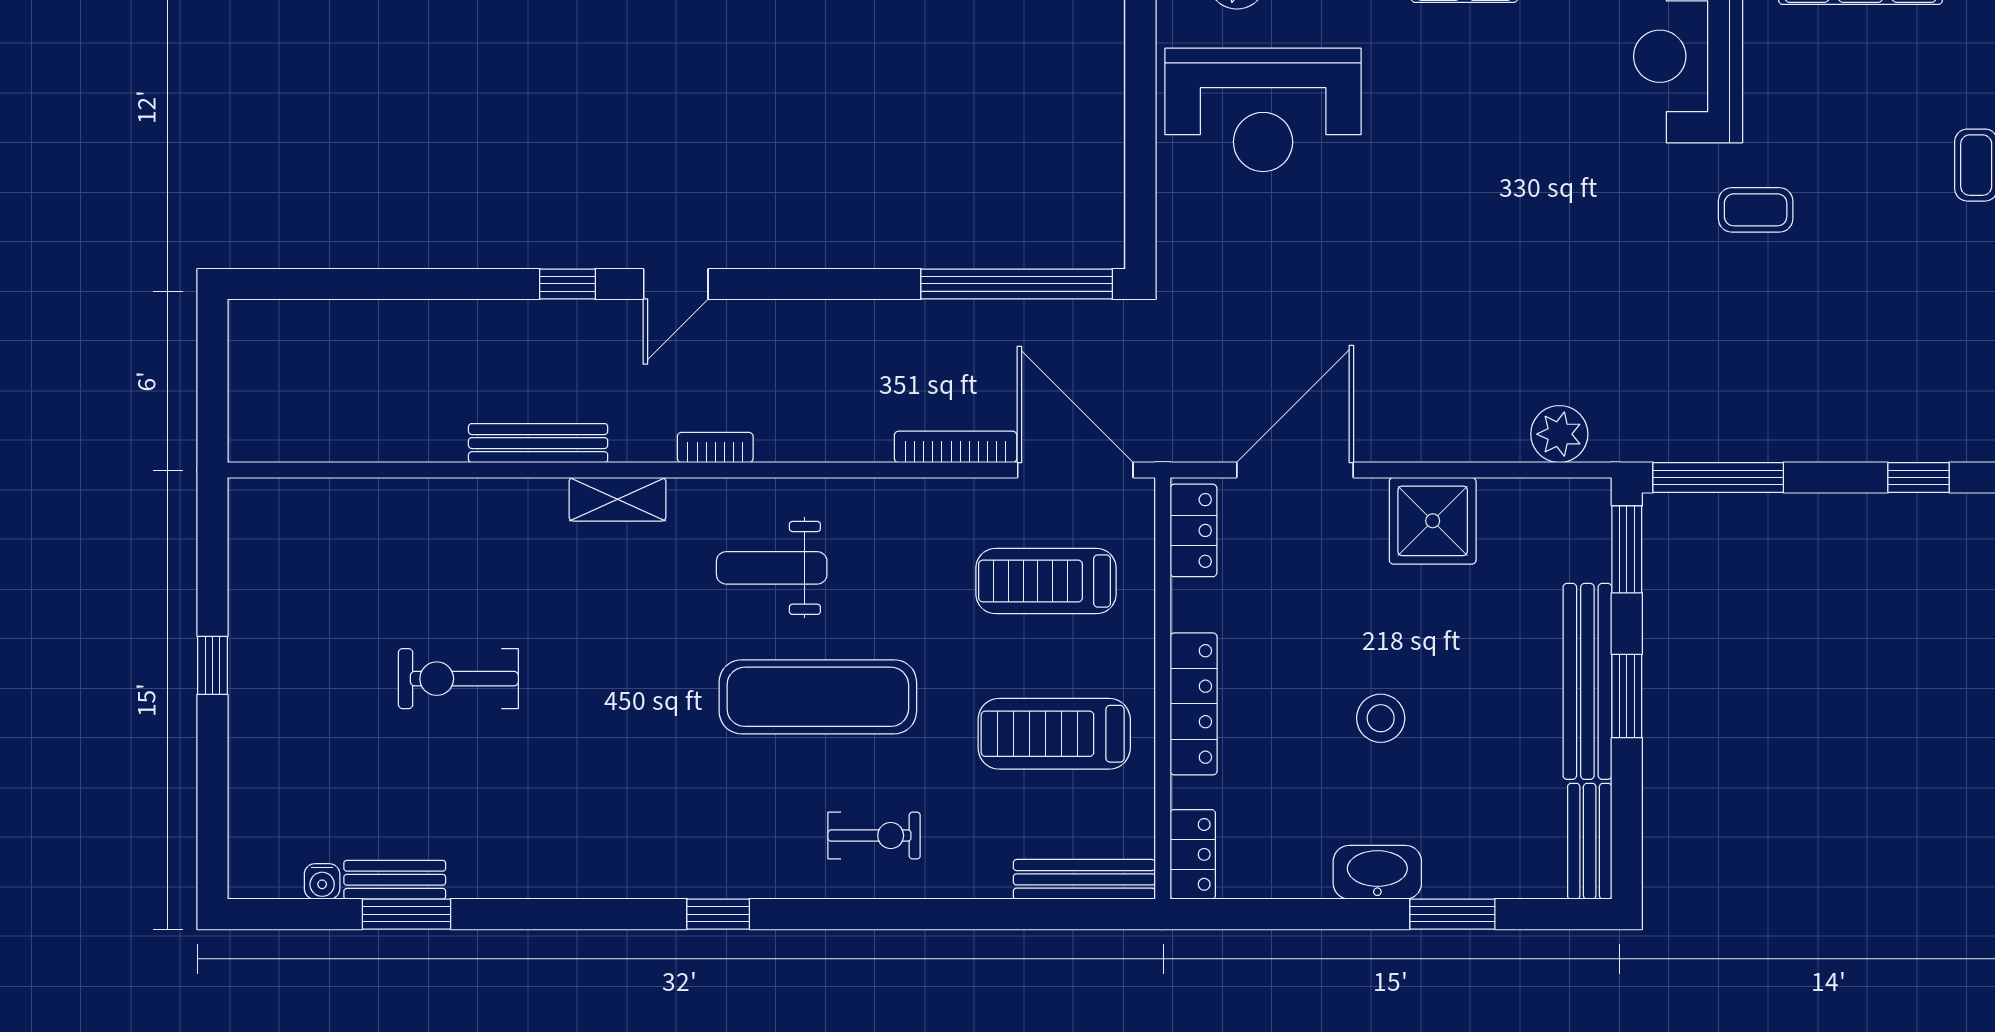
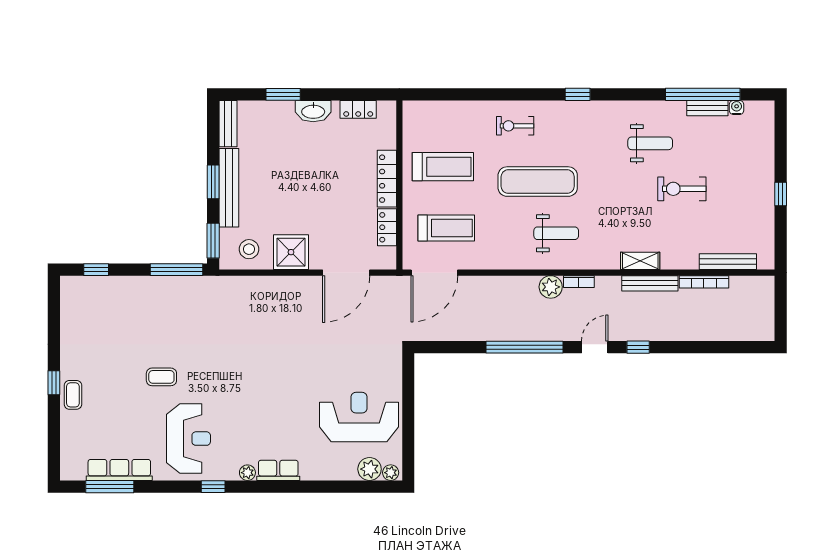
window: (1017, 284) -> (524, 347), moved
plant: (1559, 434) -> (551, 287), moved
bookcase: (956, 447) -> (704, 282), moved
door: (1075, 470) -> (434, 273), hinge flipped
shelving: (618, 499) -> (640, 261), moved
locker: (1194, 530) -> (387, 227), moved
exercise bike: (458, 679) -> (682, 189), turned 180
stool: (1381, 718) -> (249, 249), moved
weight bench: (537, 792) -> (650, 143), added
locker: (1193, 854) -> (358, 109), moved, turned -90
bench: (1084, 879) -> (728, 262), moved
window: (407, 914) -> (703, 94), width x2.11

